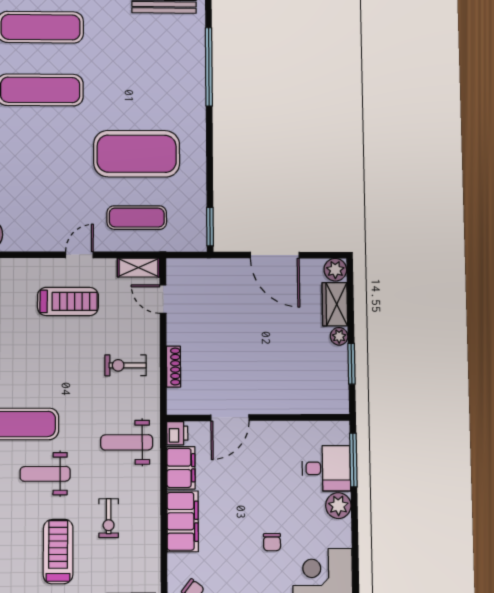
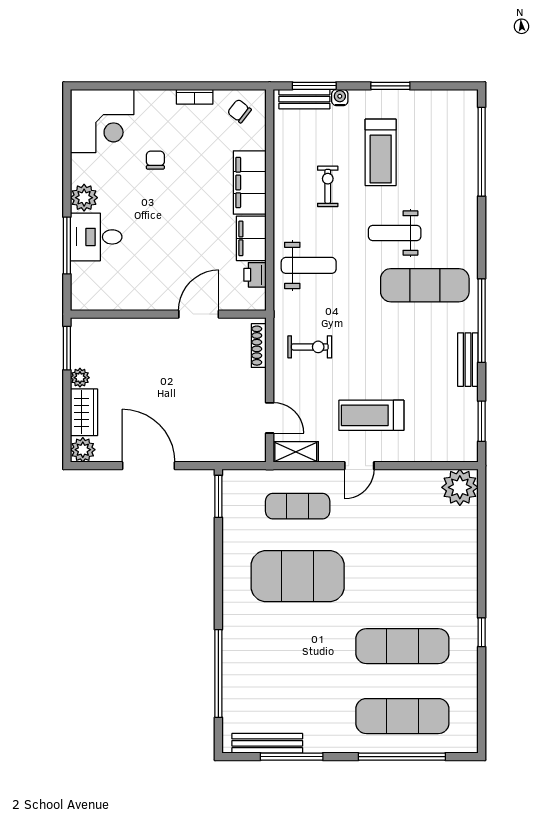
door: (230, 418) -> (199, 314), moved
wall: (258, 418) -> (168, 314), moved
weight bench: (45, 474) -> (395, 233), turned 180

